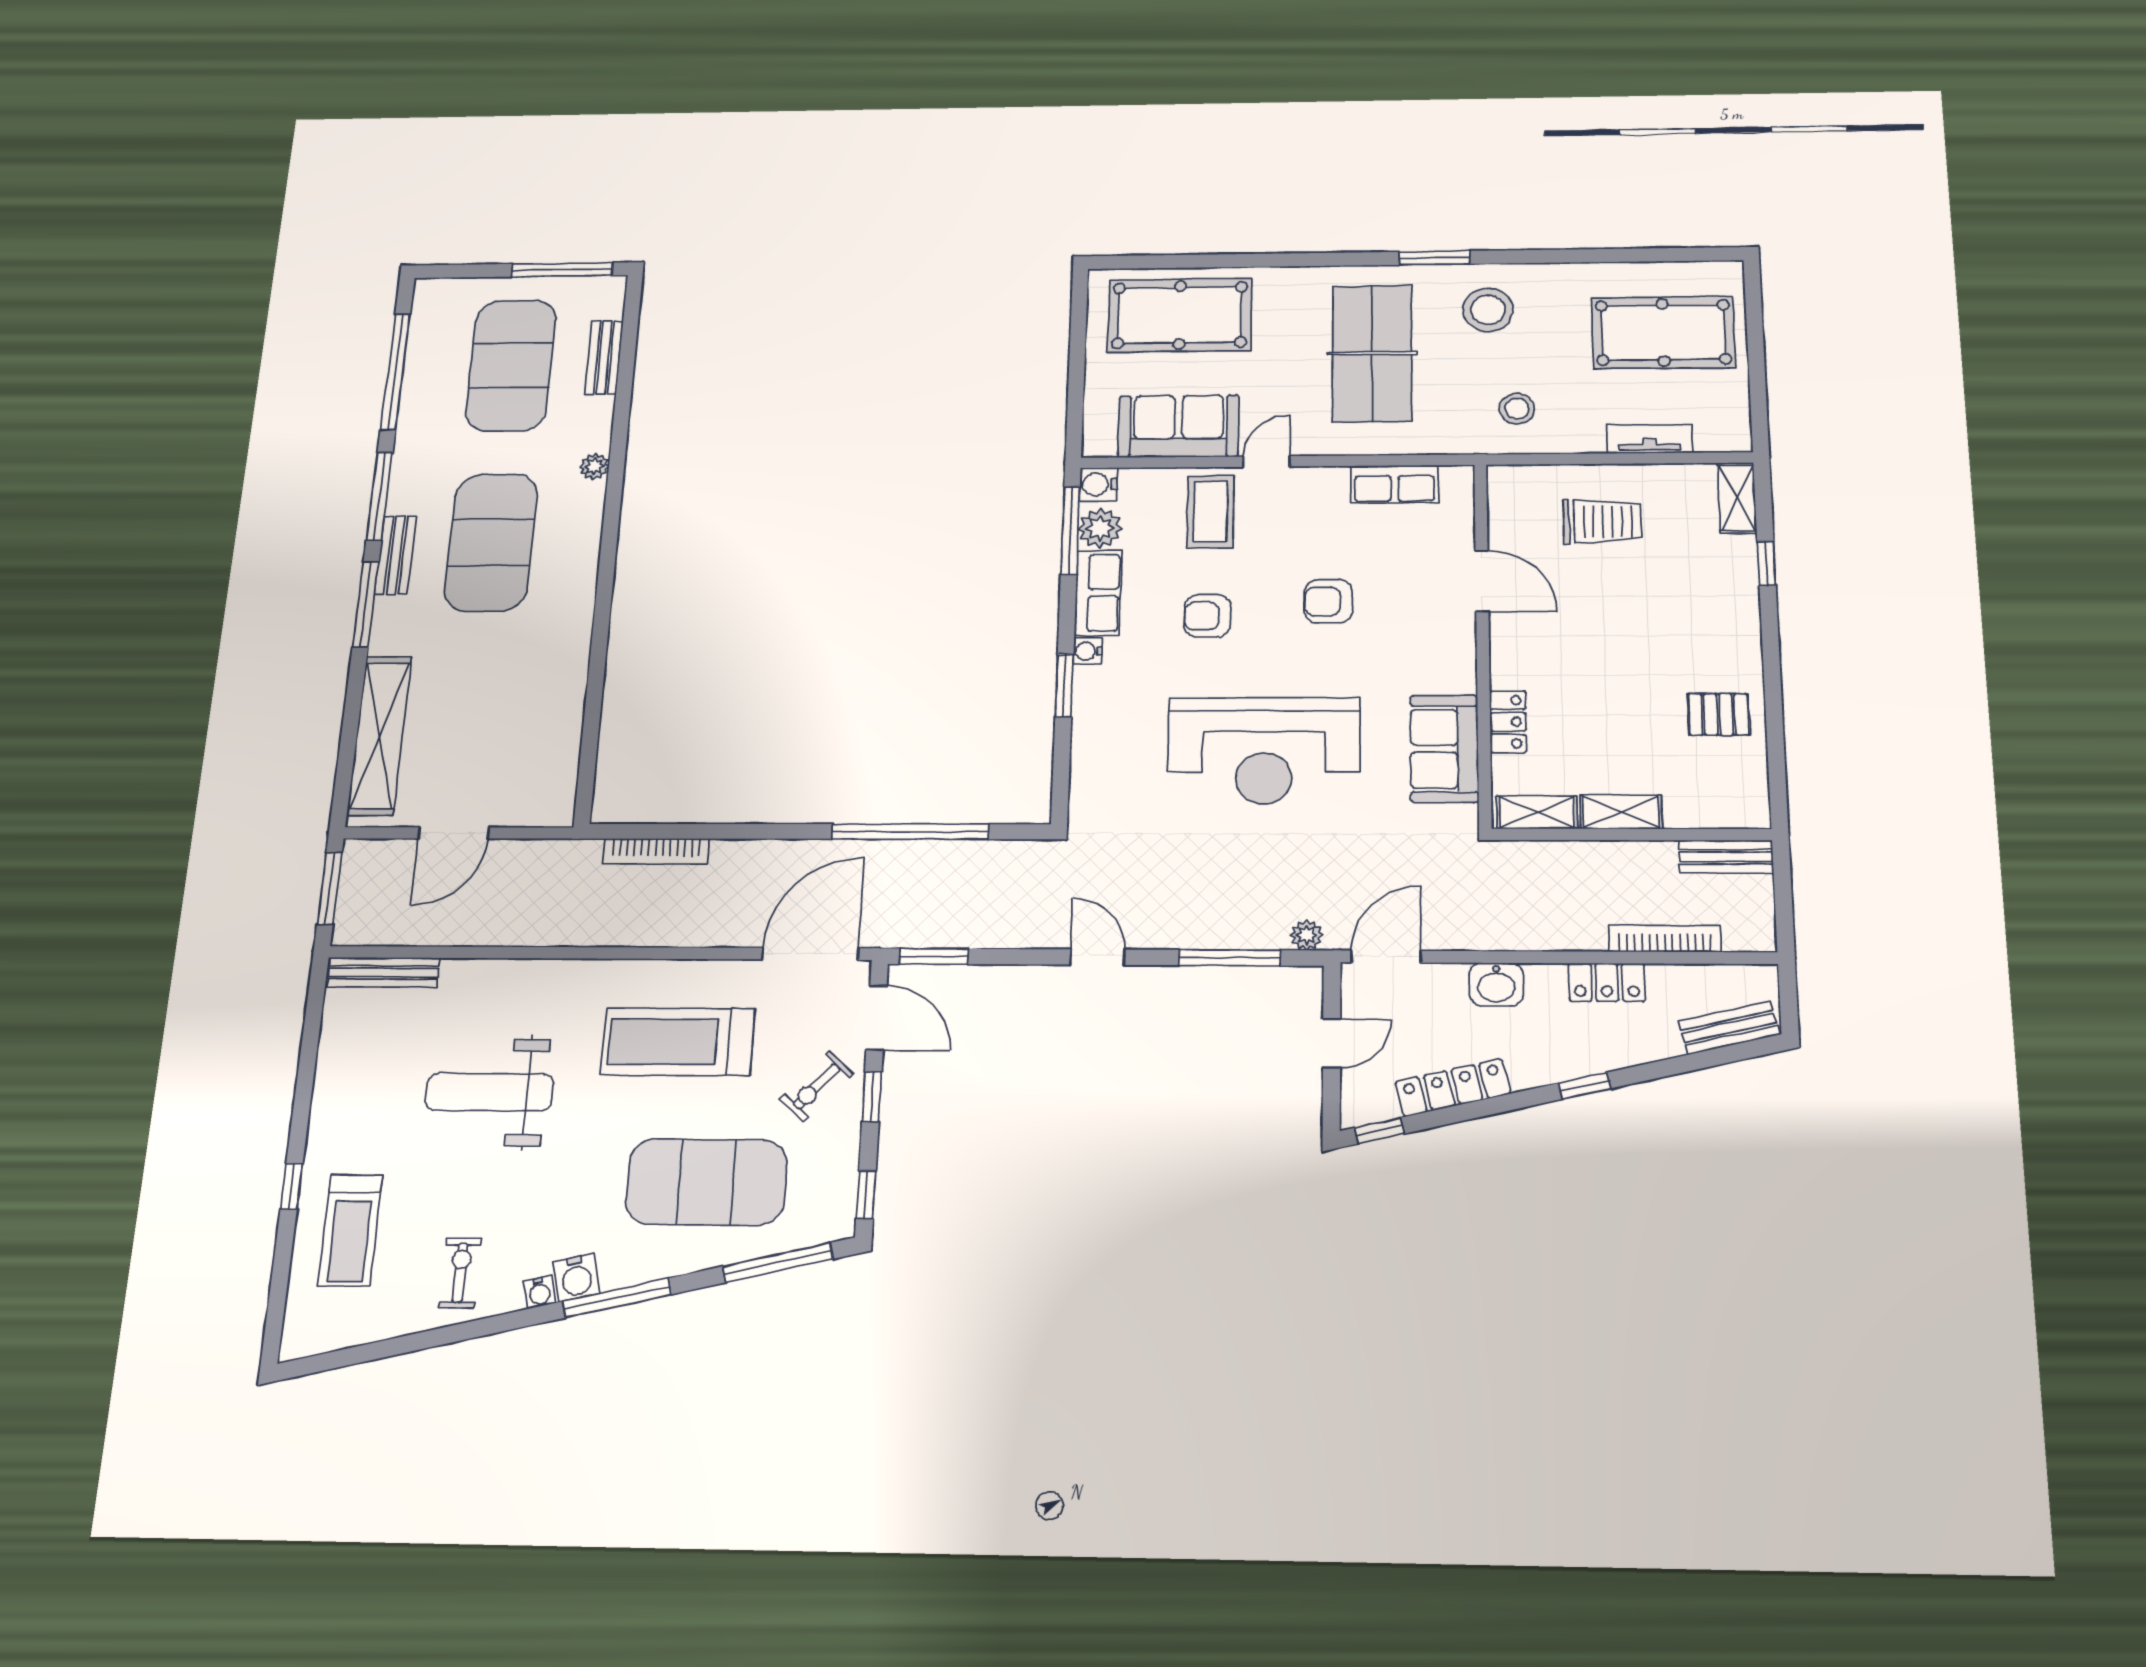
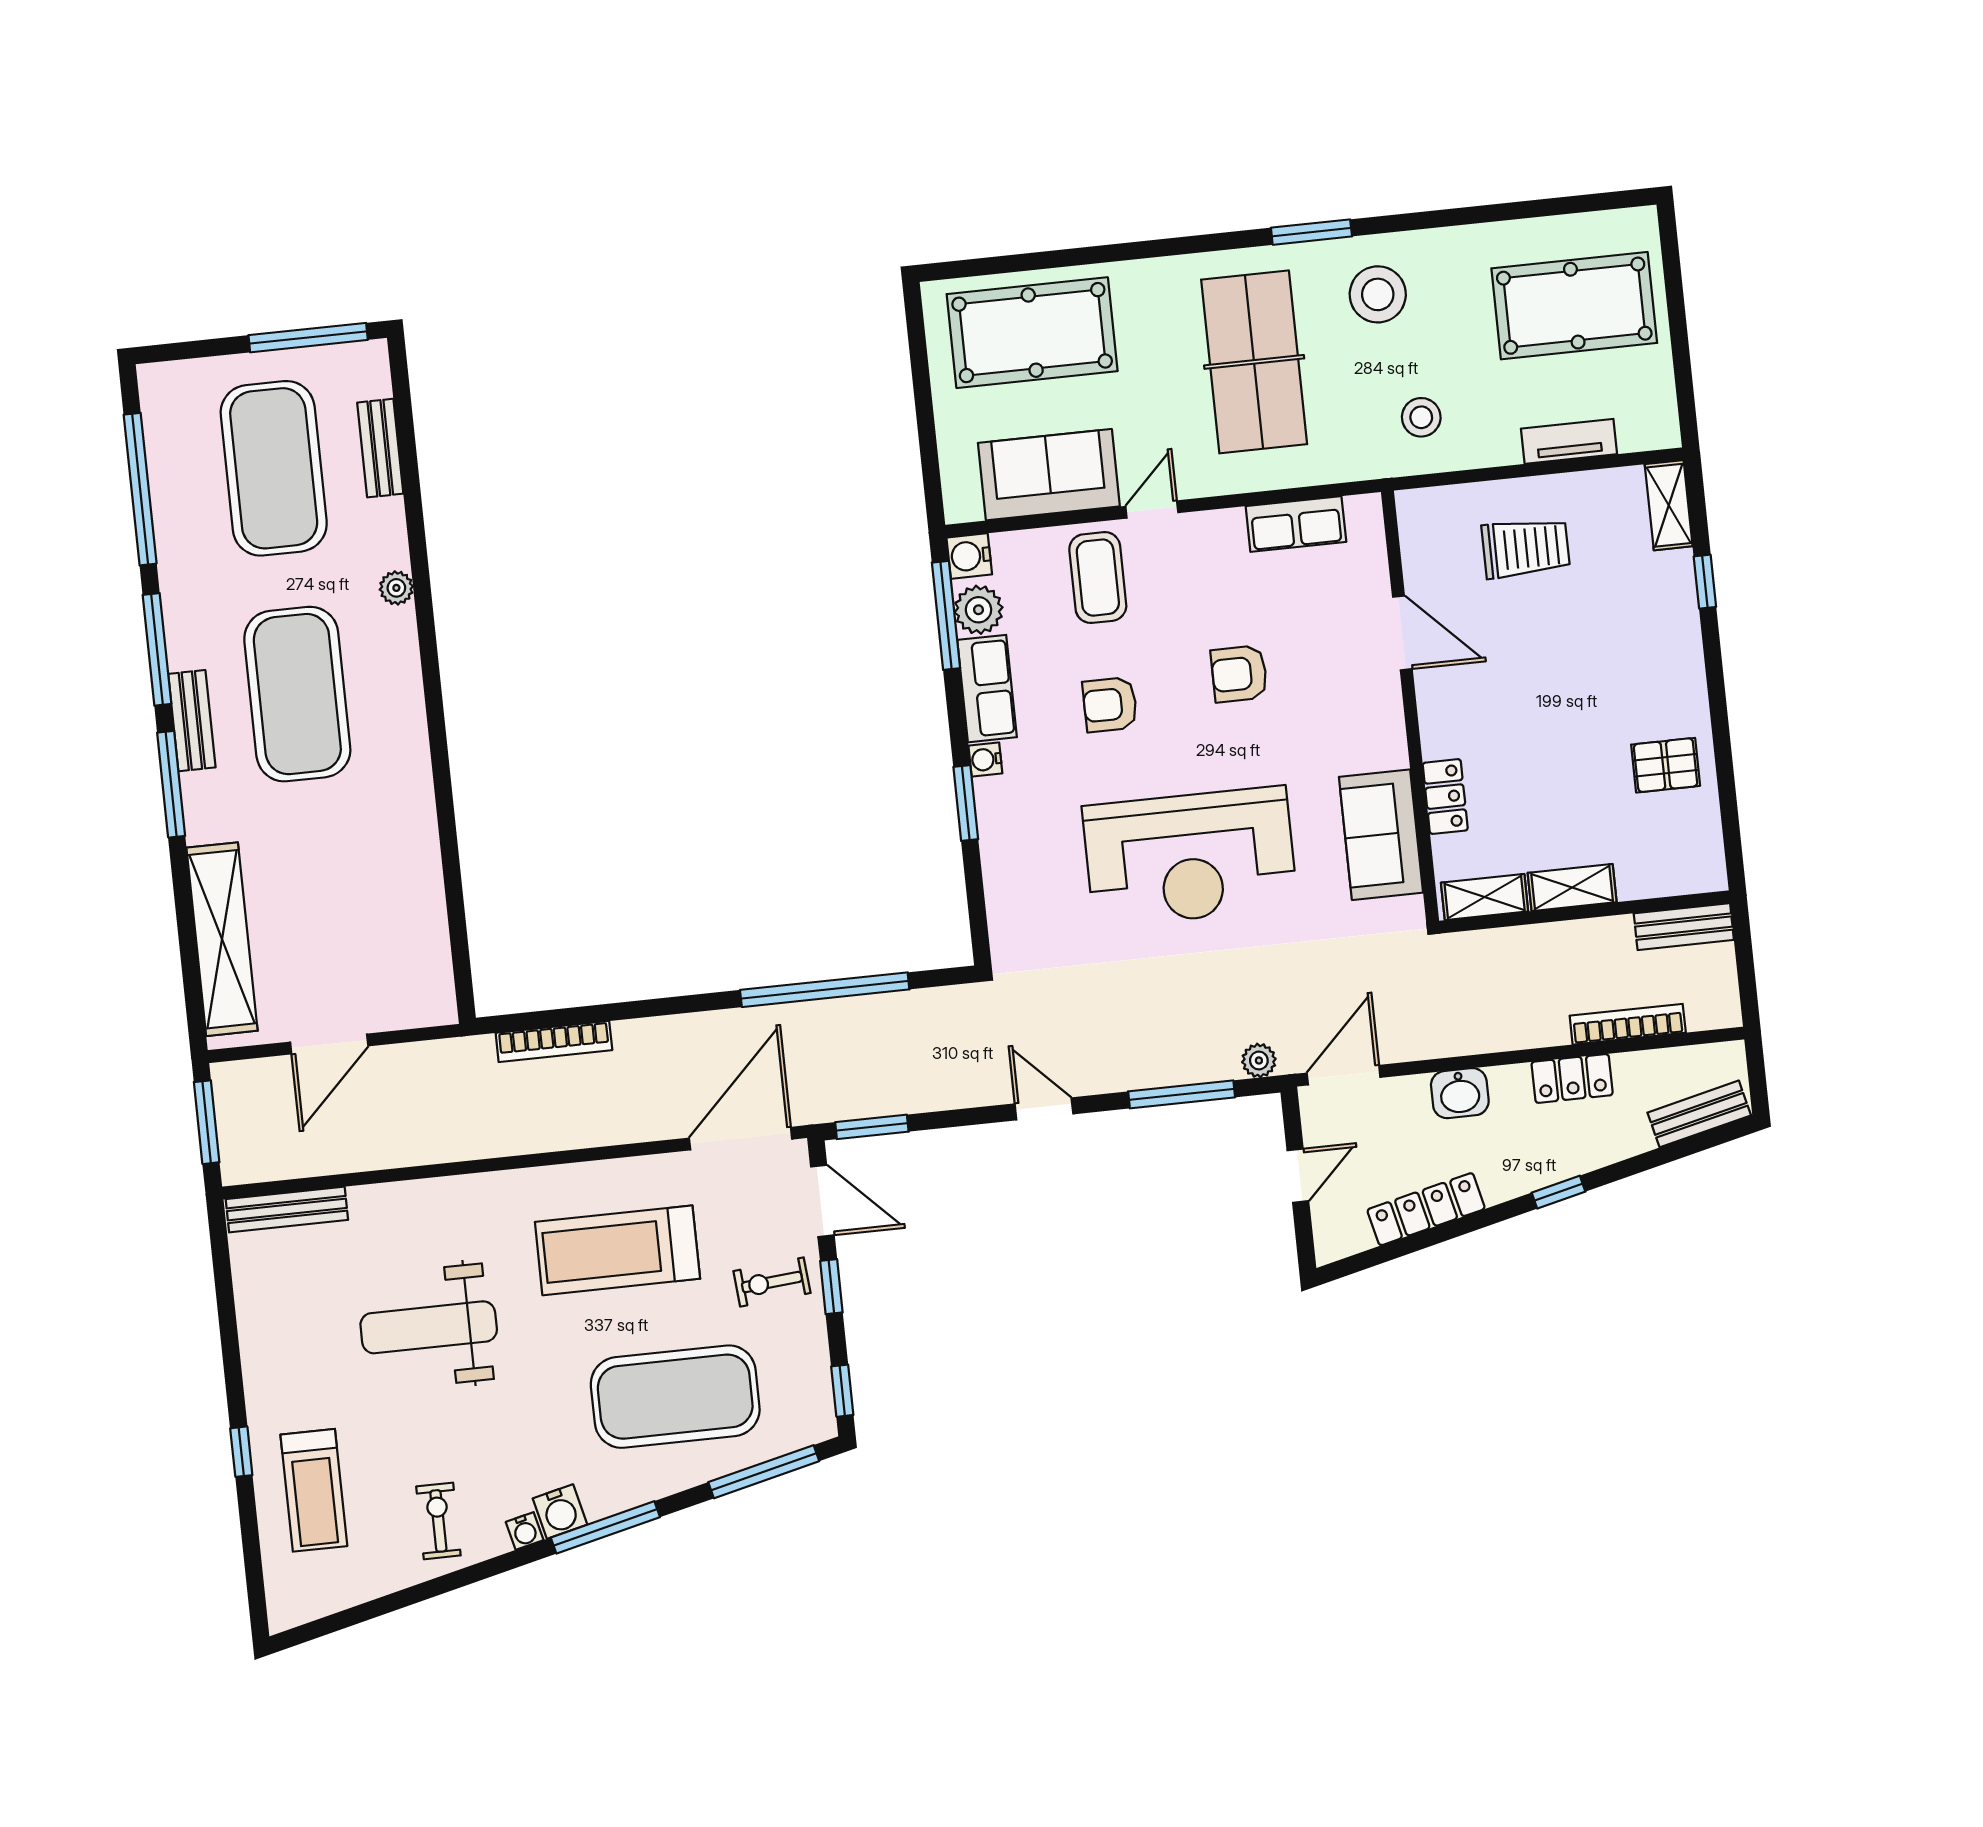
exercise bike: (817, 1086) -> (772, 1282), turned 42
window: (1379, 1131) -> (1356, 1263), removed

